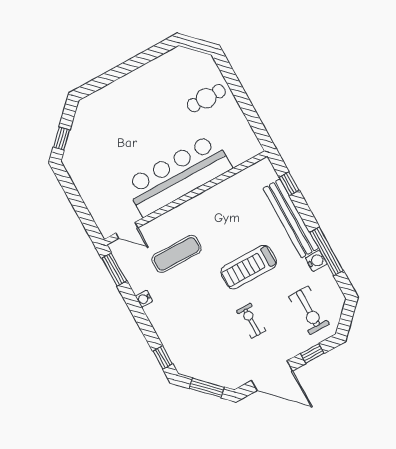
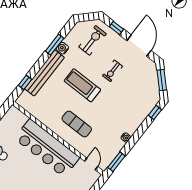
window: (326, 251) -> (55, 45), width x0.69
exercise mat: (177, 254) -> (77, 124), moved
treadmill: (249, 267) -> (82, 85), turned 180

